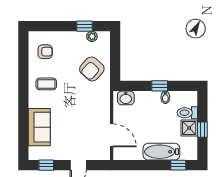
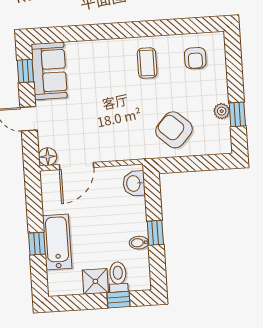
plant: (92, 36) -> (222, 111), moved
sofa: (39, 127) -> (49, 71), moved, turned -90
window: (202, 130) -> (119, 300), moved
floor lamp: (104, 154) -> (48, 157), added
window: (178, 165) -> (37, 244), moved

